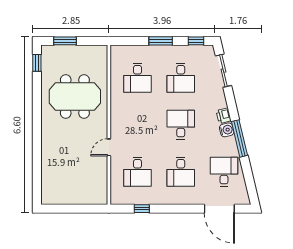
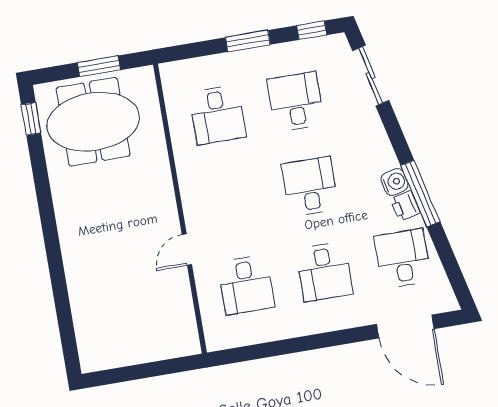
window: (65, 41) -> (99, 66), moved
desk: (181, 78) -> (296, 102), turned 180
meeting table: (75, 96) -> (93, 122), moved
printer: (224, 116) -> (405, 206), moved
window: (142, 209) -> (265, 350), removed

